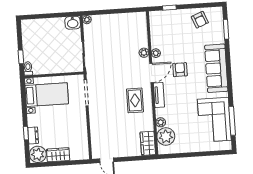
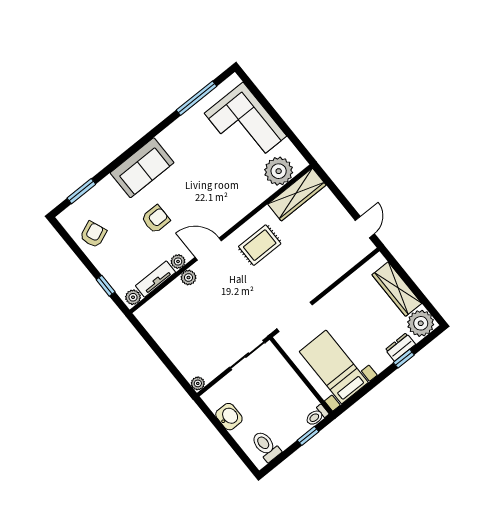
washbasin: (73, 23) -> (229, 417), moved
toilet: (31, 32) -> (266, 446), added
sofa: (216, 68) -> (142, 168), width x0.73
armchair: (180, 70) -> (156, 219), moved, turned 180
tv unit: (159, 95) -> (156, 279), moved
corner sofa: (214, 120) -> (246, 125), moved, turned 90
plant: (161, 122) -> (133, 297), moved
wardrobe: (148, 143) -> (297, 195), width x1.50
wardrobe: (58, 155) -> (397, 289), width x1.50

